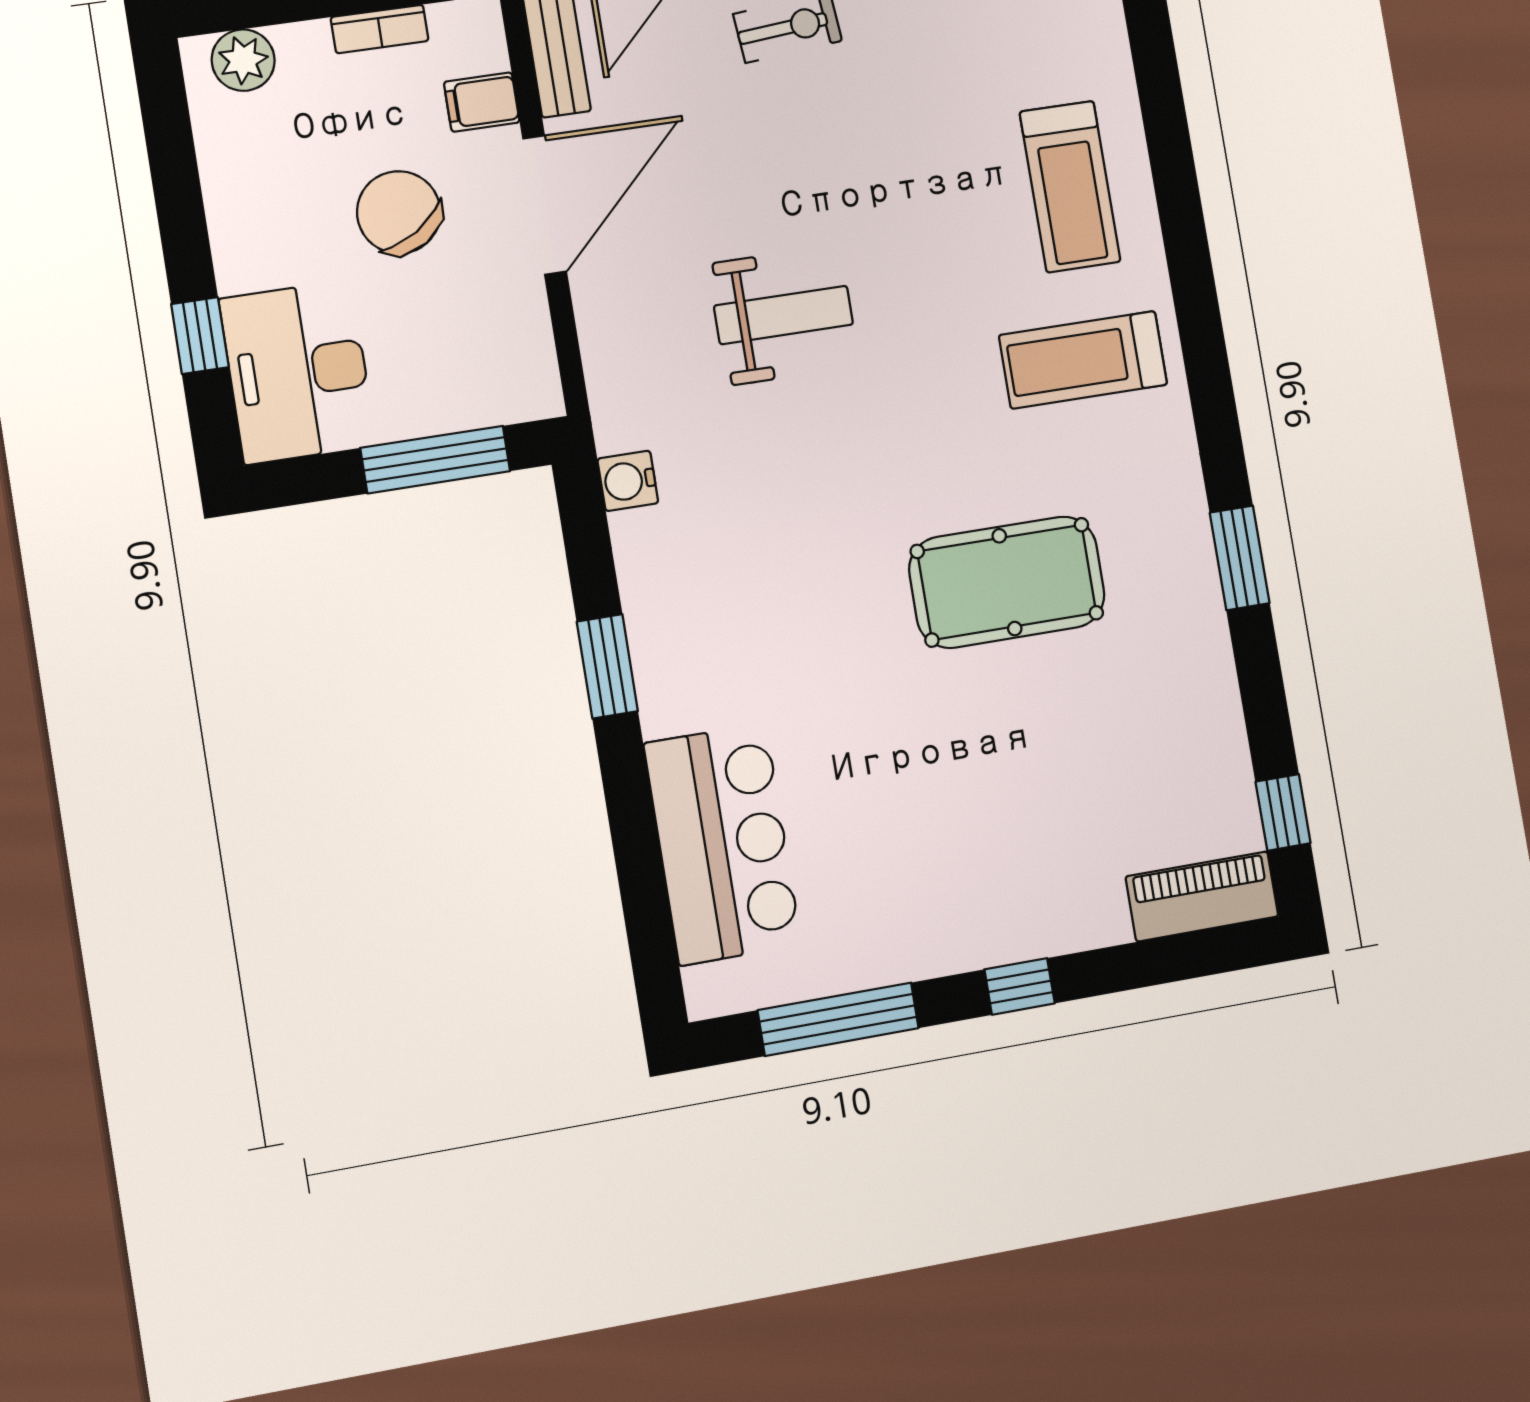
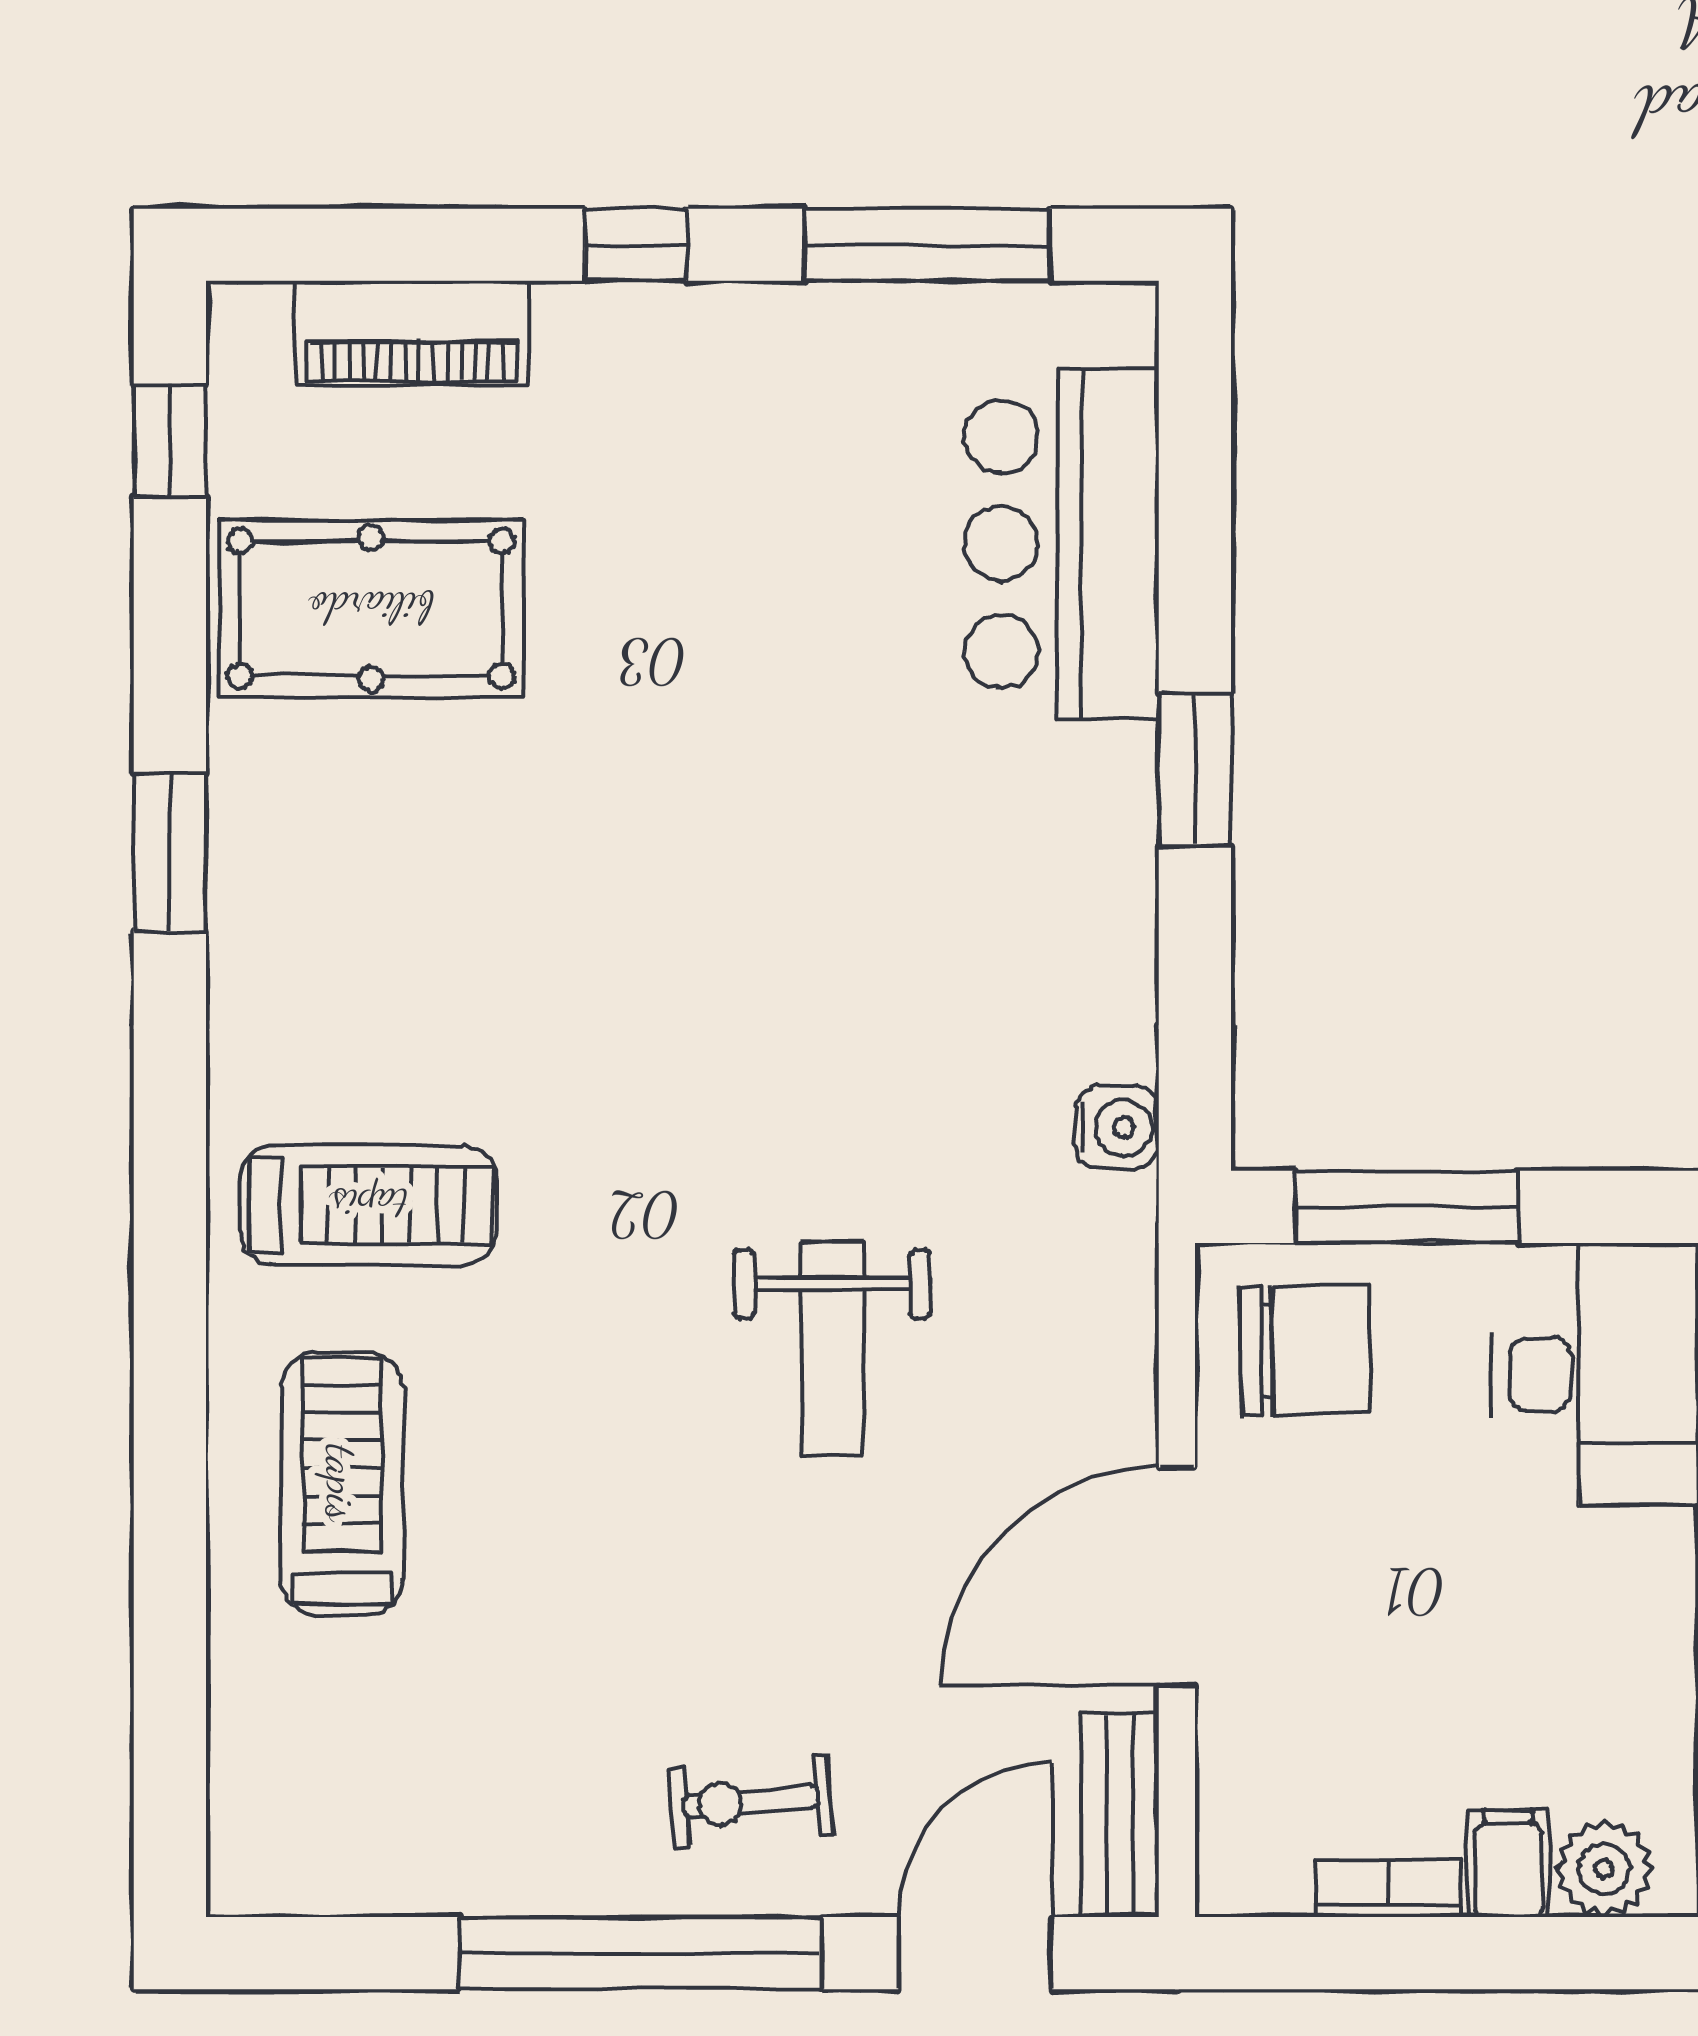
filing cabinet: (482, 102) -> (1508, 1864), moved, turned -90
chair: (399, 212) -> (1306, 1350), moved, turned -58
weight bench: (784, 315) -> (832, 1348), turned -90
pool table: (1007, 582) -> (371, 608), moved
window: (607, 666) -> (1195, 769), moved
piano: (1202, 896) -> (412, 333), moved

